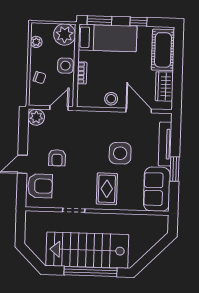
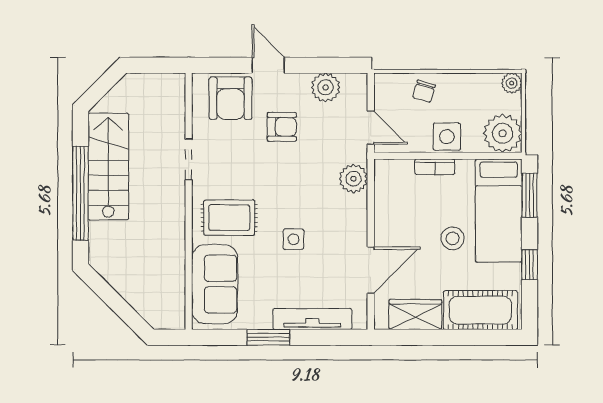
plant: (36, 42) -> (512, 83), moved
stool: (111, 99) -> (453, 238), moved
plant: (36, 117) -> (326, 87), moved
plant: (87, 119) -> (353, 179), added
side table: (120, 153) -> (293, 239), width x0.54, depth x0.54
armchair: (57, 158) -> (282, 127), turned 180
sofa: (157, 189) -> (215, 284), moved, turned 90
stairs: (87, 250) -> (108, 167), width x0.73, depth x0.66

